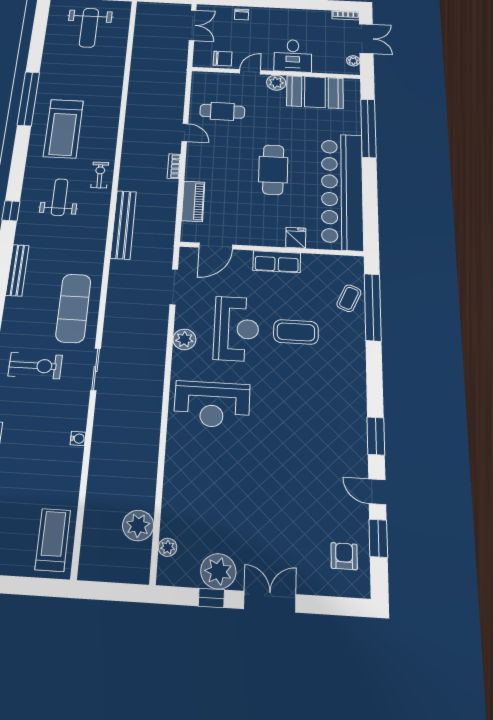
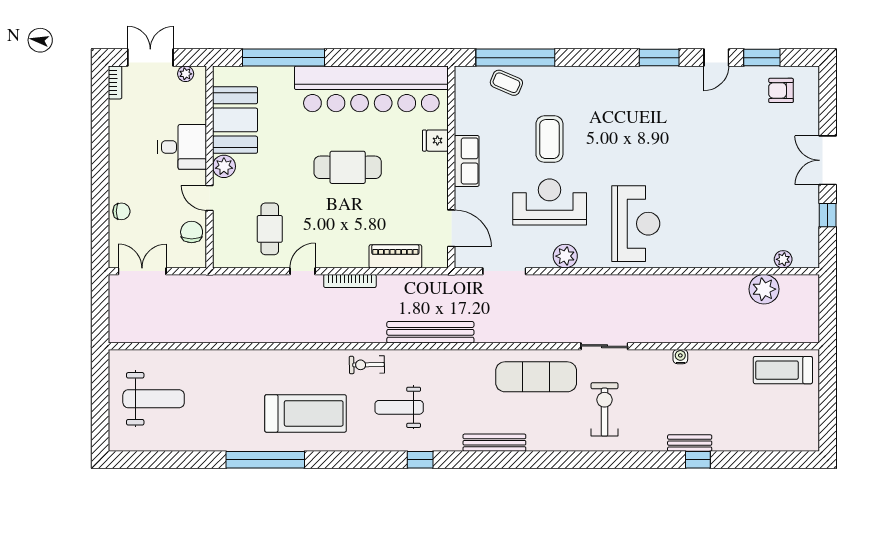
bookcase: (174, 166) -> (350, 281), width x1.56
plant: (218, 571) -> (803, 210), removed

